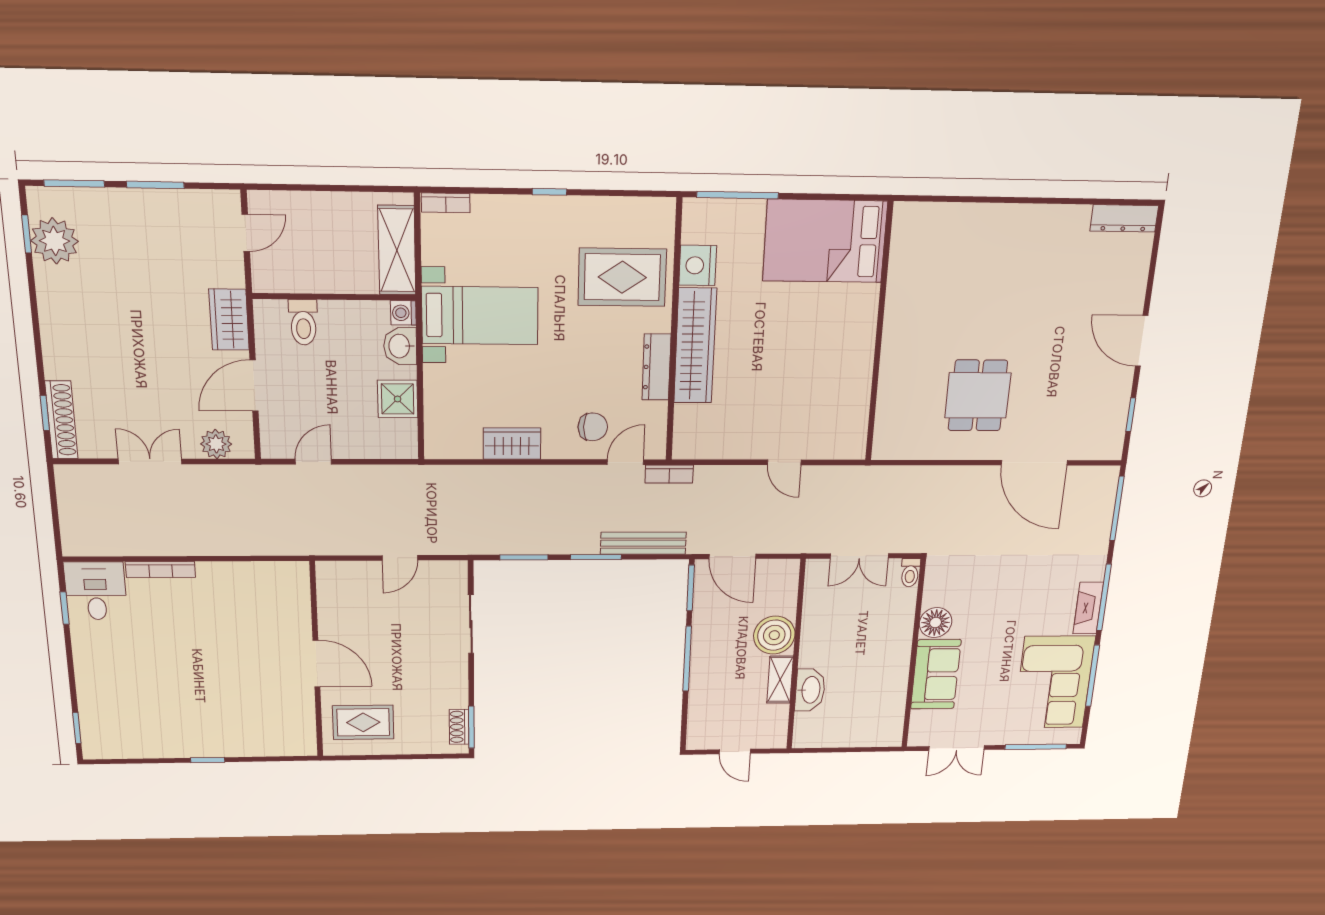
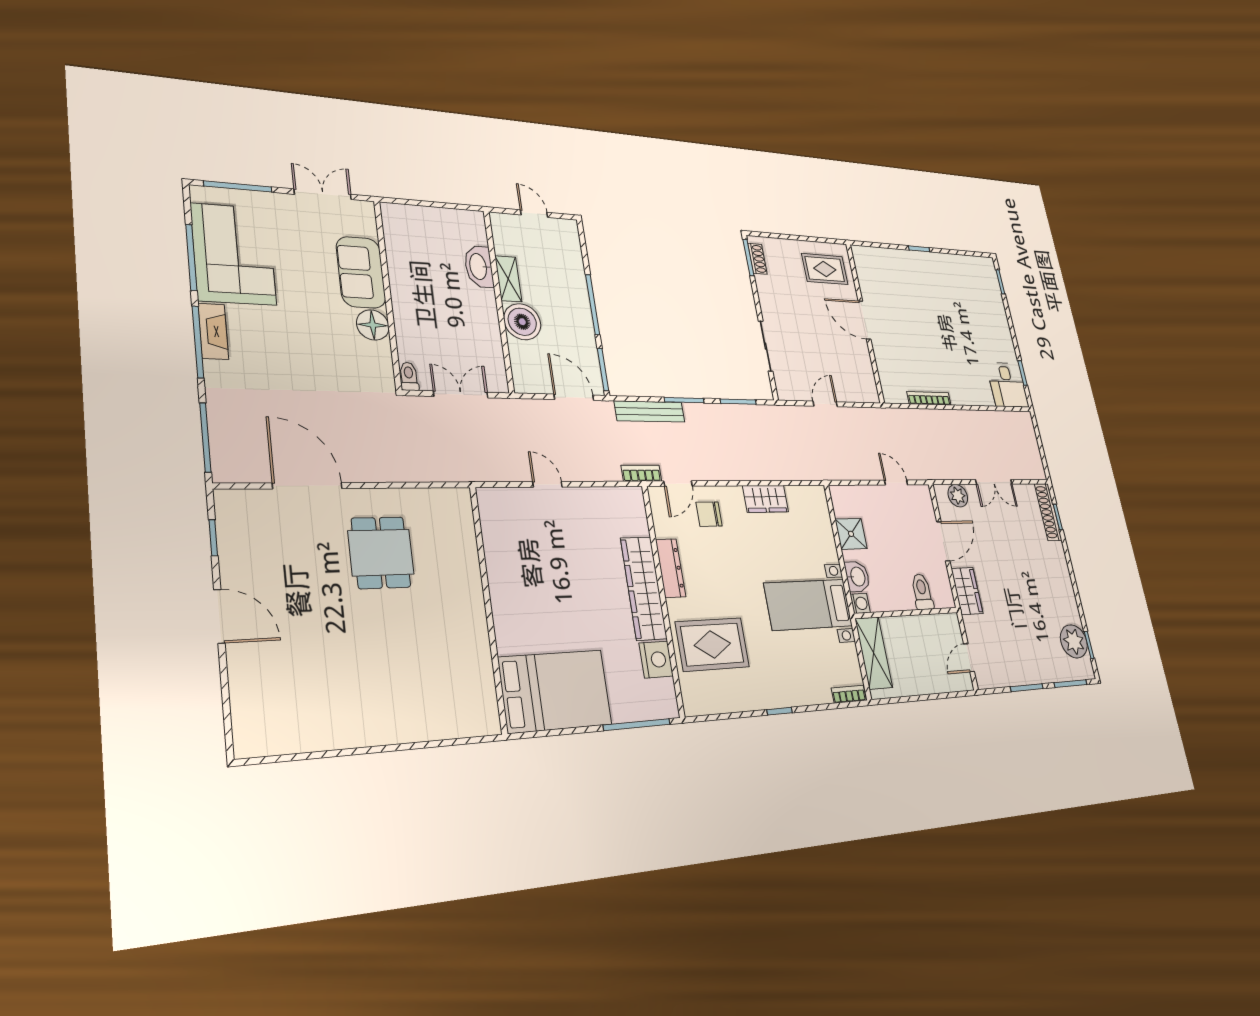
dresser: (1124, 218) -> (269, 742), removed
door: (313, 462) -> (896, 482), swing flipped
bookcase: (160, 570) -> (929, 398), moved

